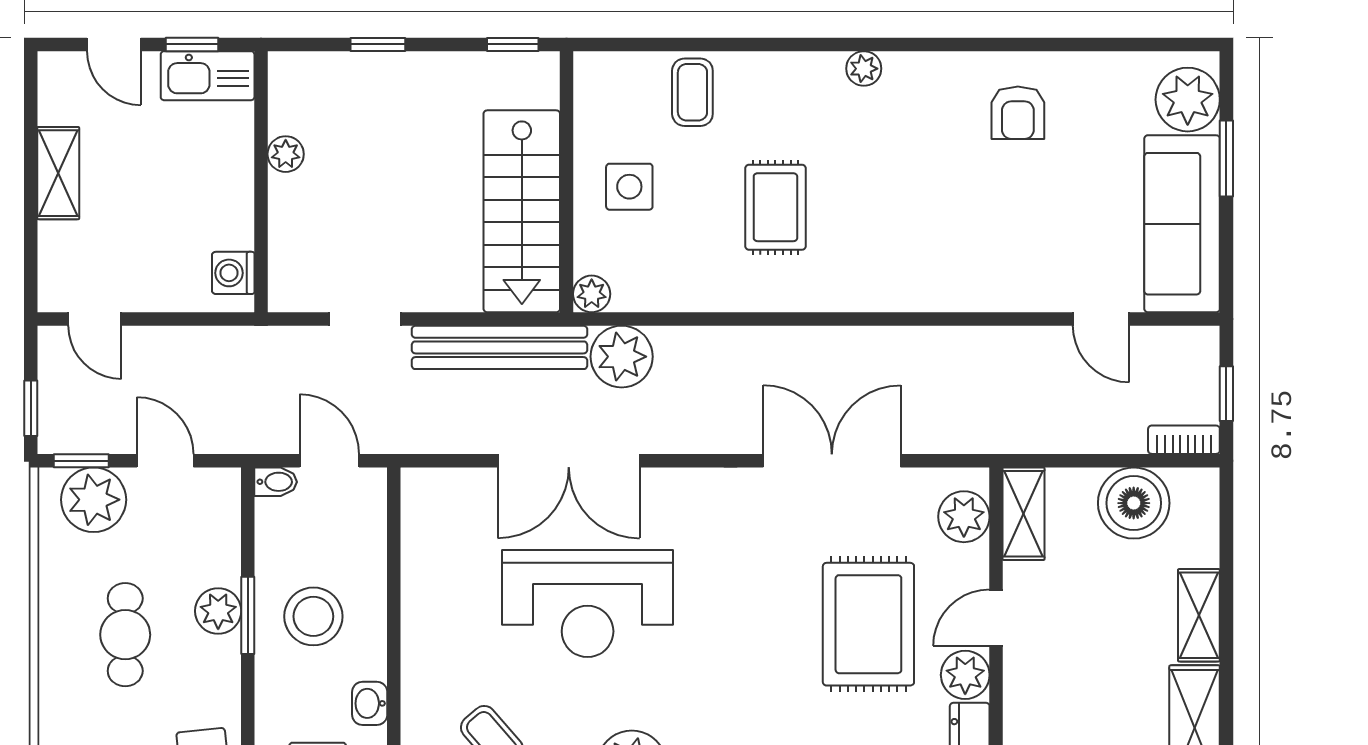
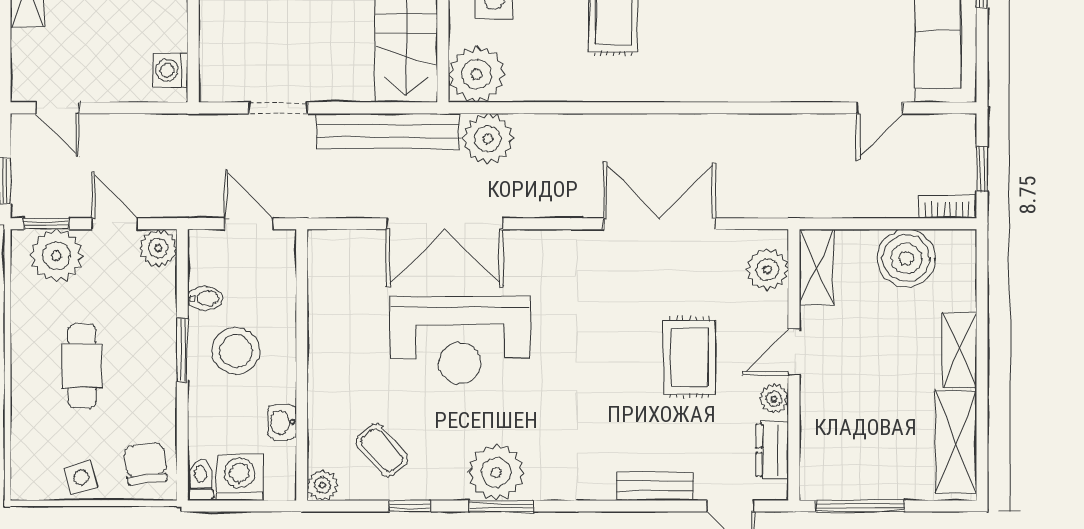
plant: (592, 294) -> (476, 74), width x1.88, depth x1.88
door: (1101, 319) -> (880, 108), hinge flipped
bidet: (276, 482) -> (205, 298), moved
plant: (218, 611) -> (158, 248), moved
rug: (868, 624) -> (690, 357), width x0.73, depth x0.70
plant: (965, 675) -> (774, 399), width x0.73, depth x0.73

